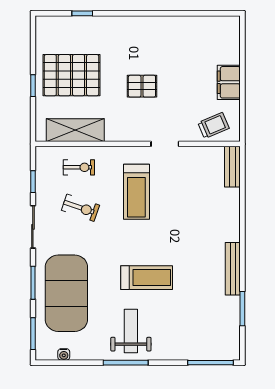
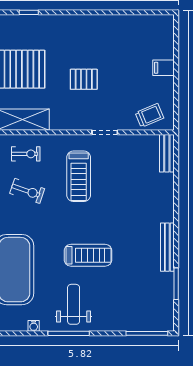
filing cabinet: (229, 82) -> (164, 68), width x0.50
water cooler: (64, 354) -> (34, 326), moved

